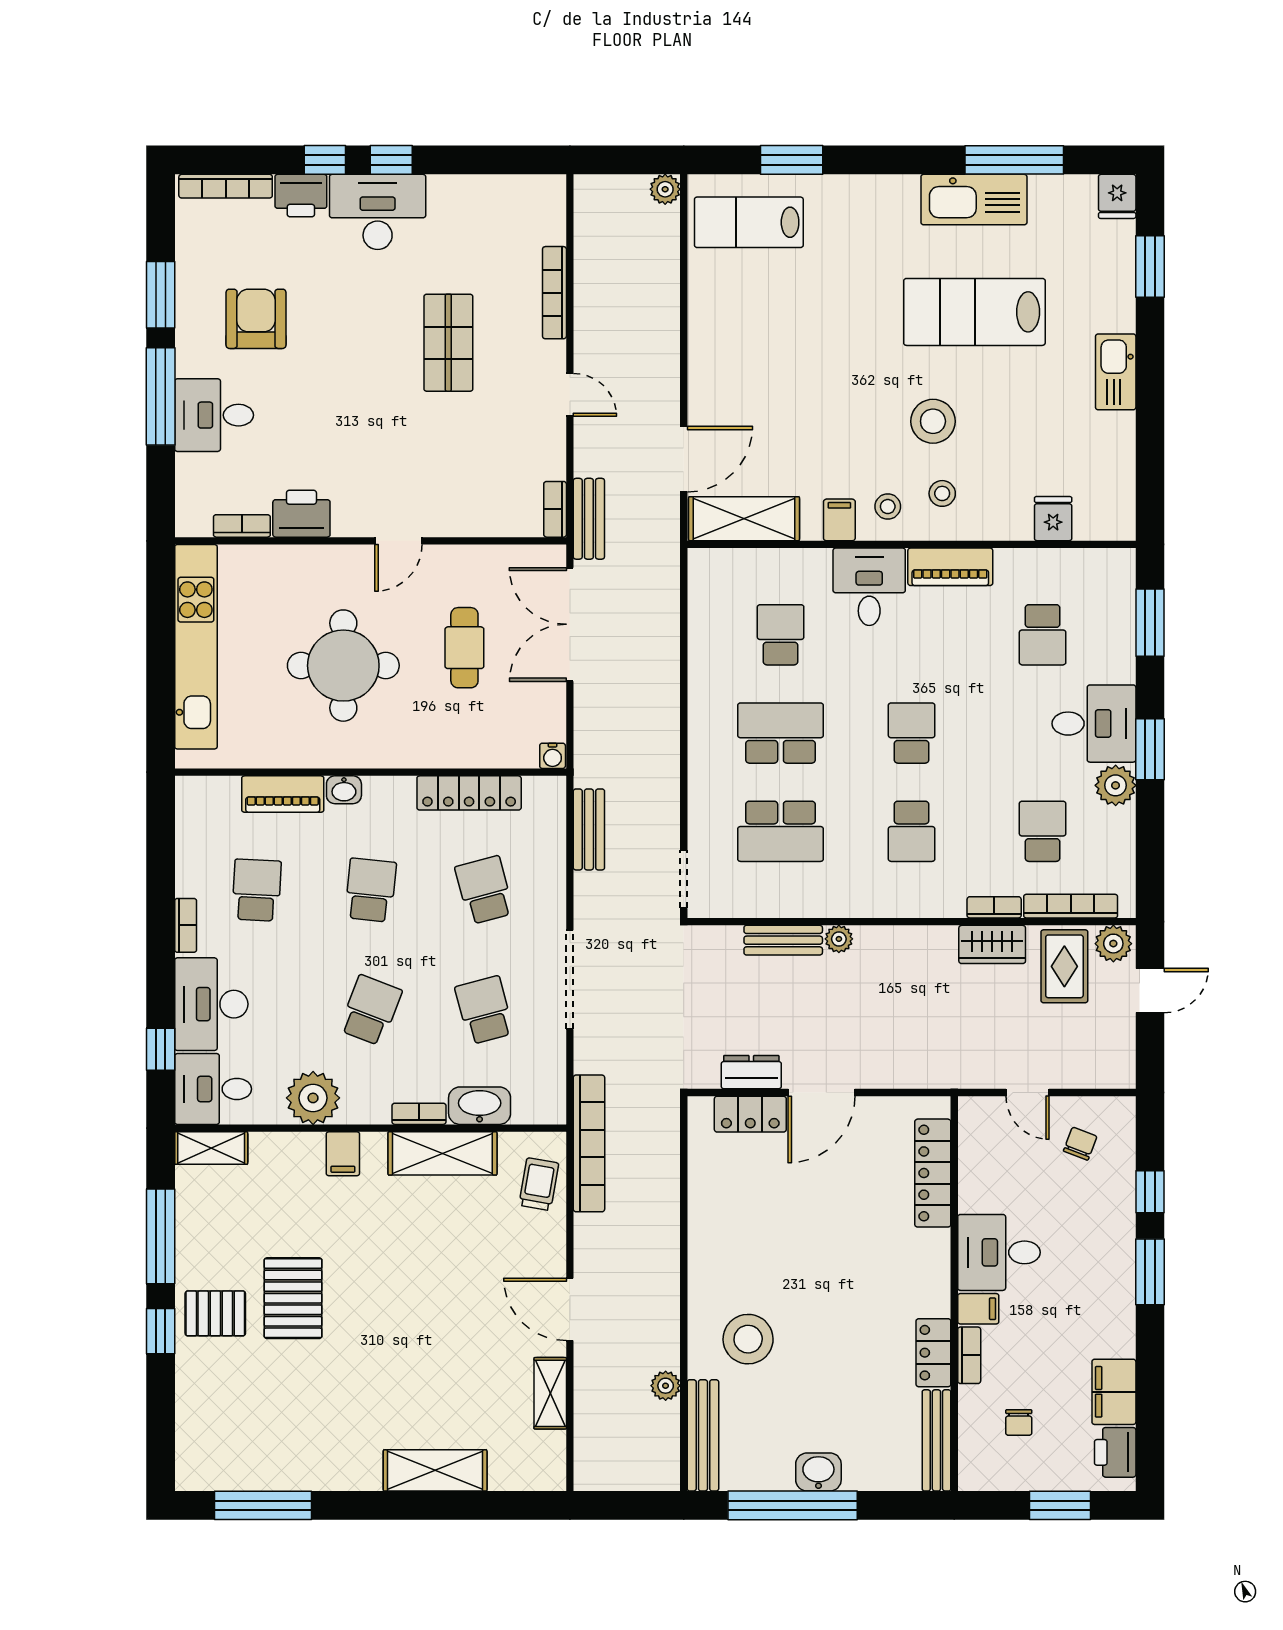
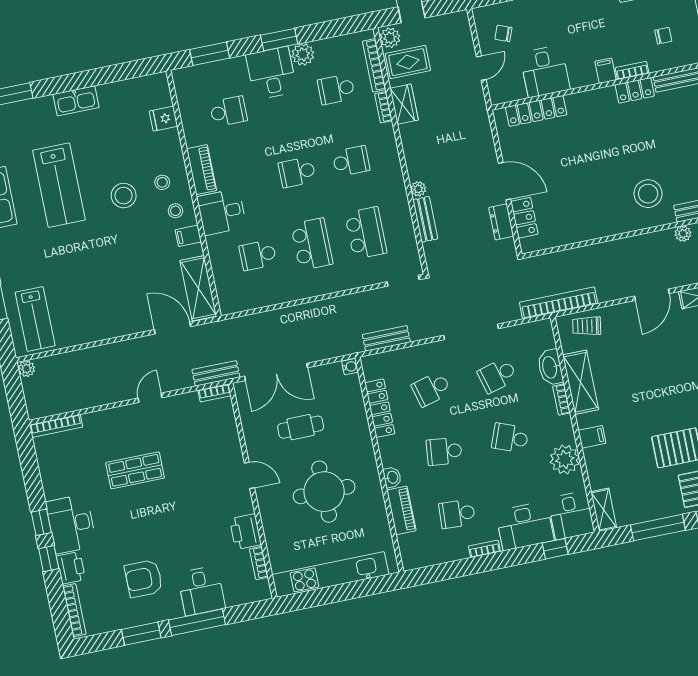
bookcase: (554, 293) -> (56, 426), moved
school desk: (781, 733) -> (312, 244), turned 180
desk: (999, 1252) -> (545, 71), moved

